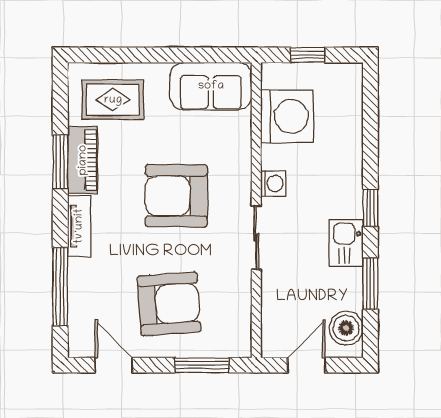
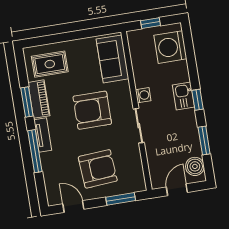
sofa: (211, 86) -> (112, 59), moved, turned 90
washing machine: (287, 116) -> (170, 47), moved, turned 180
kitchen sink: (346, 243) -> (183, 96), moved
window: (60, 287) -> (35, 151), moved

